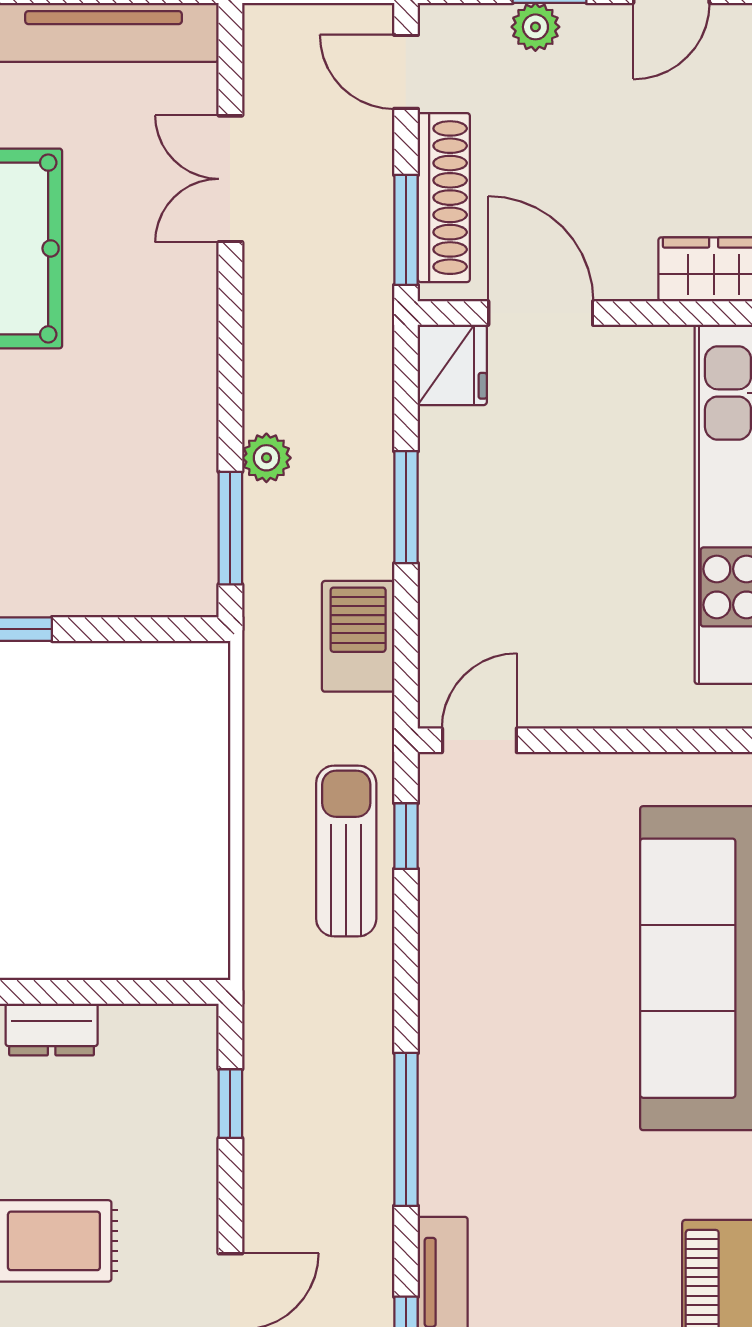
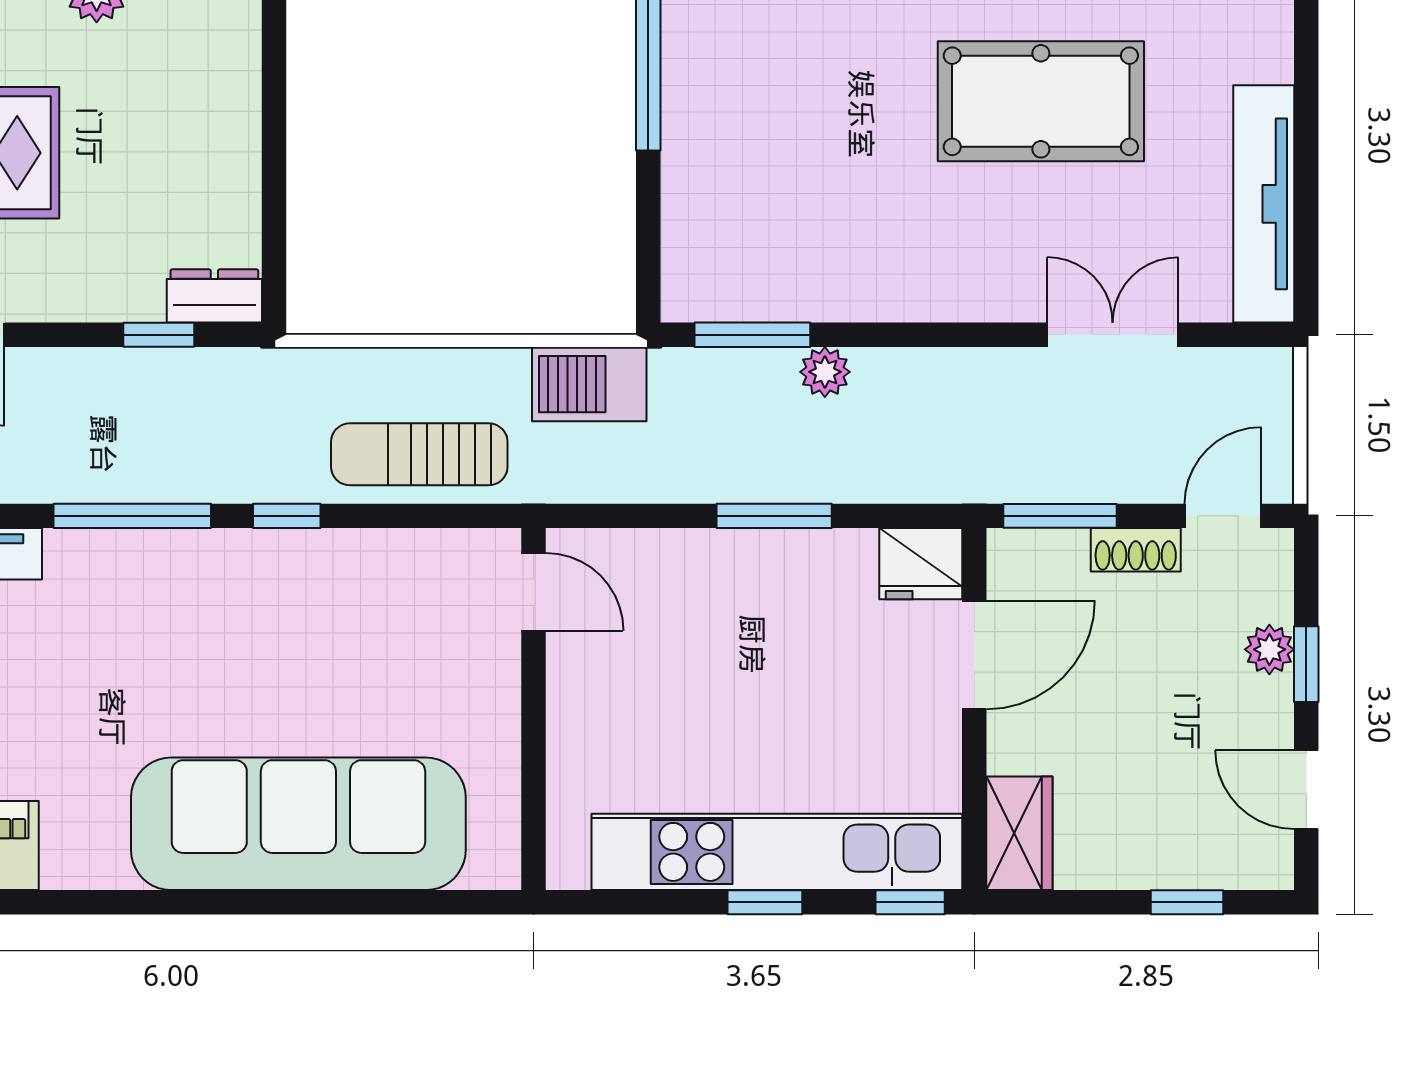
shoe rack: (444, 198) -> (1136, 550), width x0.51, depth x0.81
barbecue: (358, 636) -> (589, 384), moved, turned 180
window: (406, 836) -> (287, 516), moved
sun lounger: (346, 851) -> (419, 454), turned 180
dresser: (52, 1030) -> (214, 296), moved, turned 90

